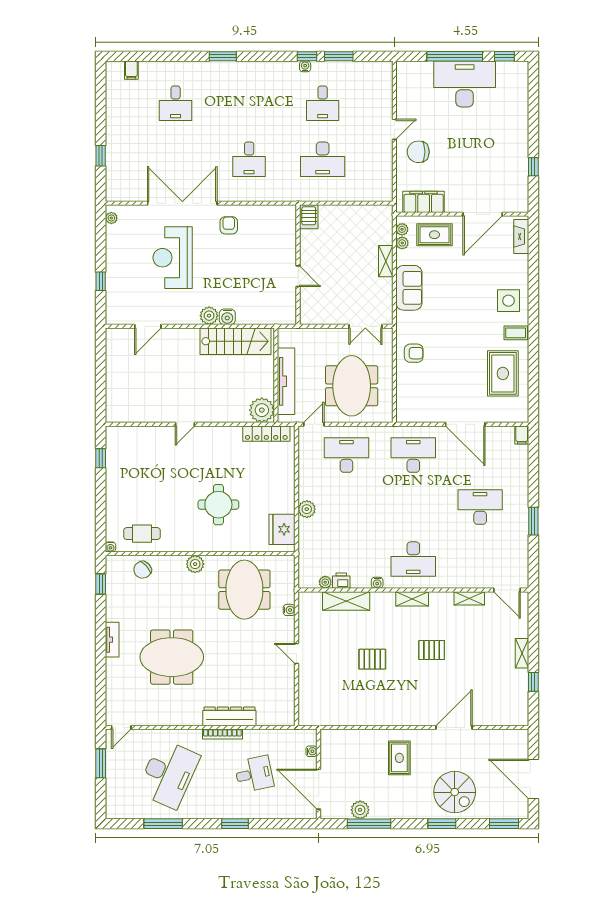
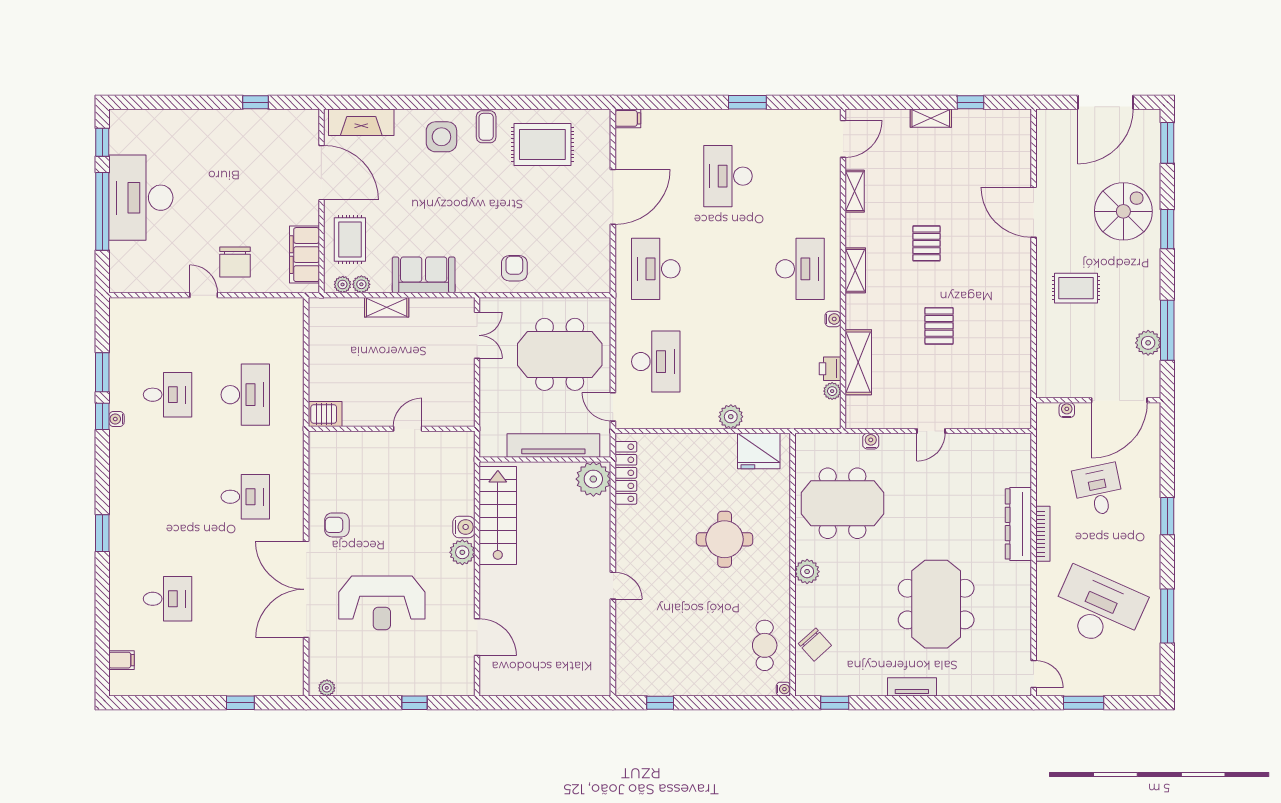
fireplace: (521, 237) -> (361, 122), width x1.37, depth x1.32
desk: (346, 455) -> (656, 362), turned 180

